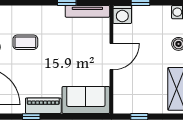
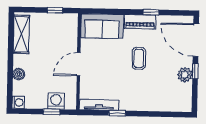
washing machine: (122, 15) -> (56, 101), moved
coffee table: (25, 42) -> (139, 58), moved, turned 90

